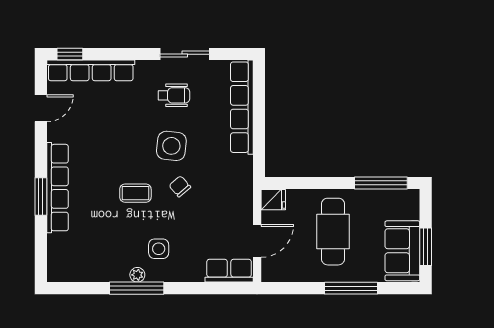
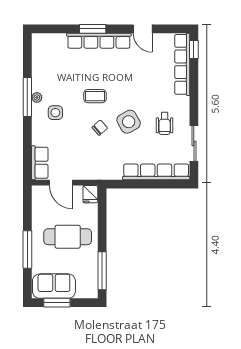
sliding door: (185, 54) -> (194, 144), moved
door: (41, 108) -> (143, 29), moved
side table: (171, 146) -> (129, 122), turned -35
coffee table: (135, 193) -> (95, 96), turned 90

